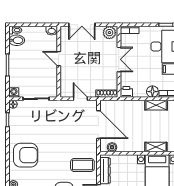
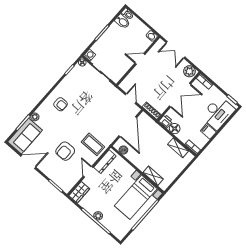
door: (59, 59) -> (140, 59), hinge flipped
double door: (119, 59) -> (180, 95), width x1.37
floor lamp: (152, 92) -> (175, 129), moved
armchair: (26, 155) -> (61, 104), width x0.53, depth x0.53

